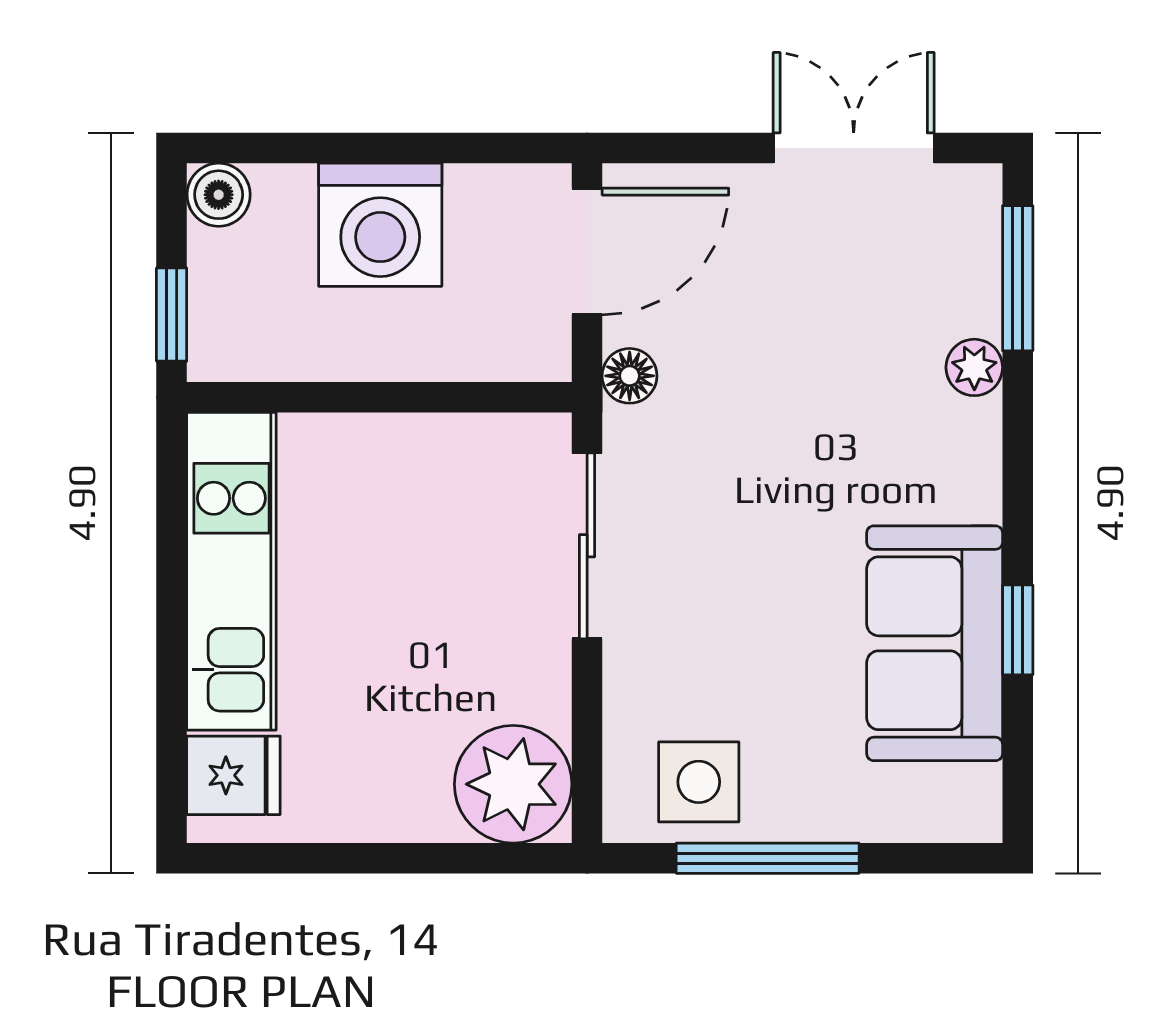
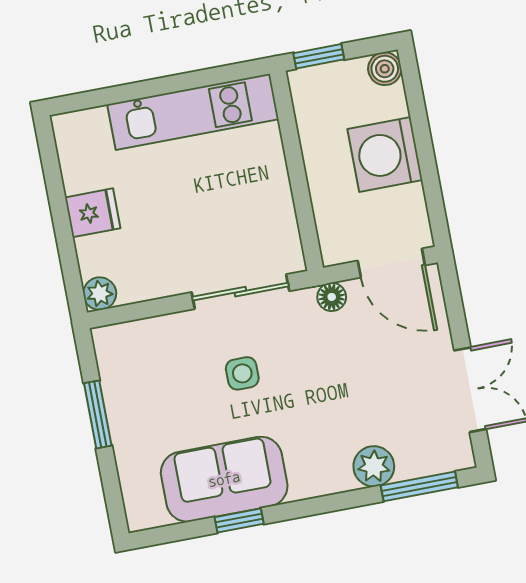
plant: (974, 367) -> (374, 466), width x1.38, depth x1.38
fridge: (233, 775) -> (93, 213), moved, turned -90
side table: (699, 782) -> (242, 373), moved, width x0.73, depth x0.73
plant: (513, 784) -> (100, 294), width x0.53, depth x0.53
window: (768, 858) -> (98, 414), width x0.69

